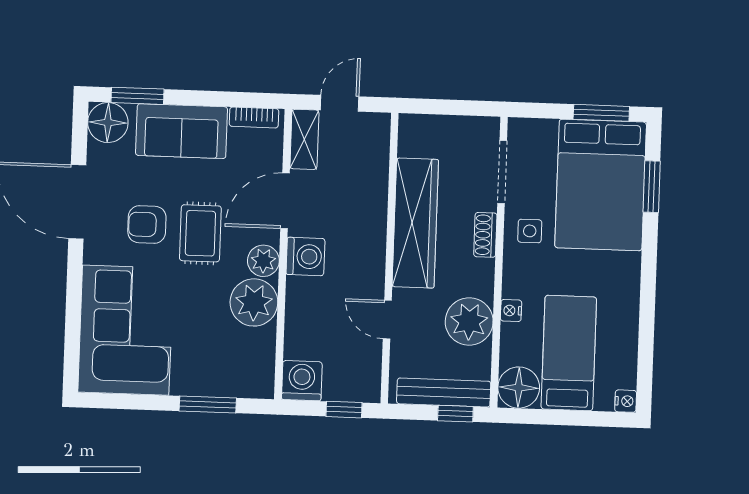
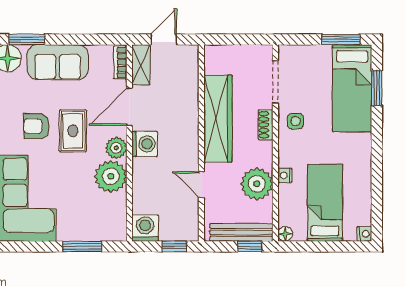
bookcase: (254, 117) -> (120, 62), moved, turned 90
bed: (601, 185) -> (352, 88), width x0.67
floor lamp: (519, 388) -> (285, 234), width x0.53, depth x0.53

